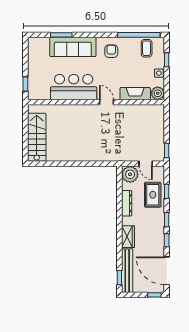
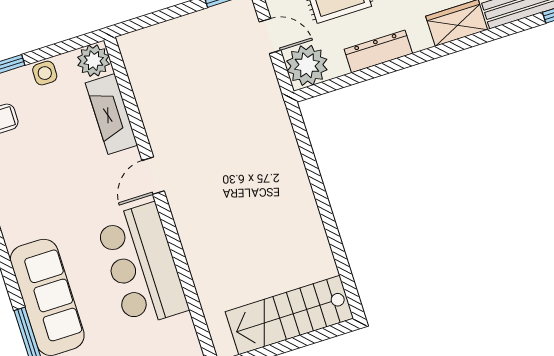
armchair: (111, 51) -> (28, 203), removed
door: (146, 164) -> (270, 36), hinge flipped

